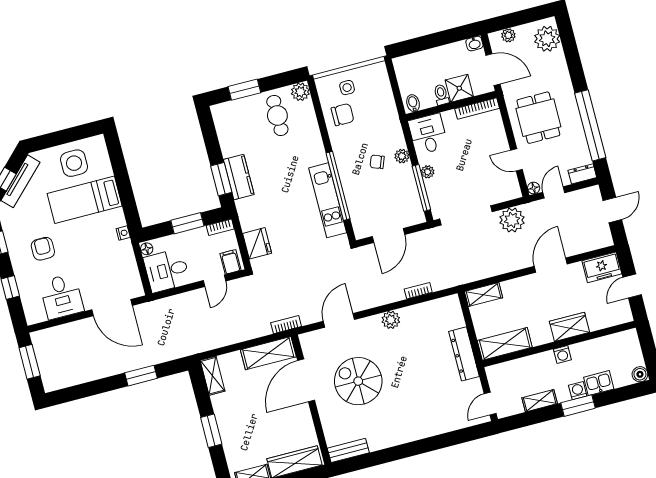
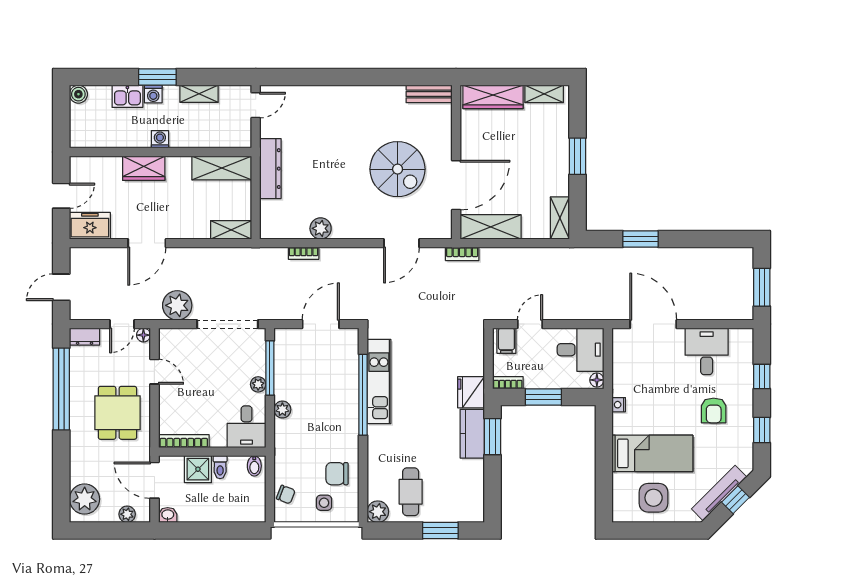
chair: (377, 162) -> (286, 494), moved
fridge: (257, 243) -> (471, 392), moved
plant: (391, 320) -> (321, 228), moved

